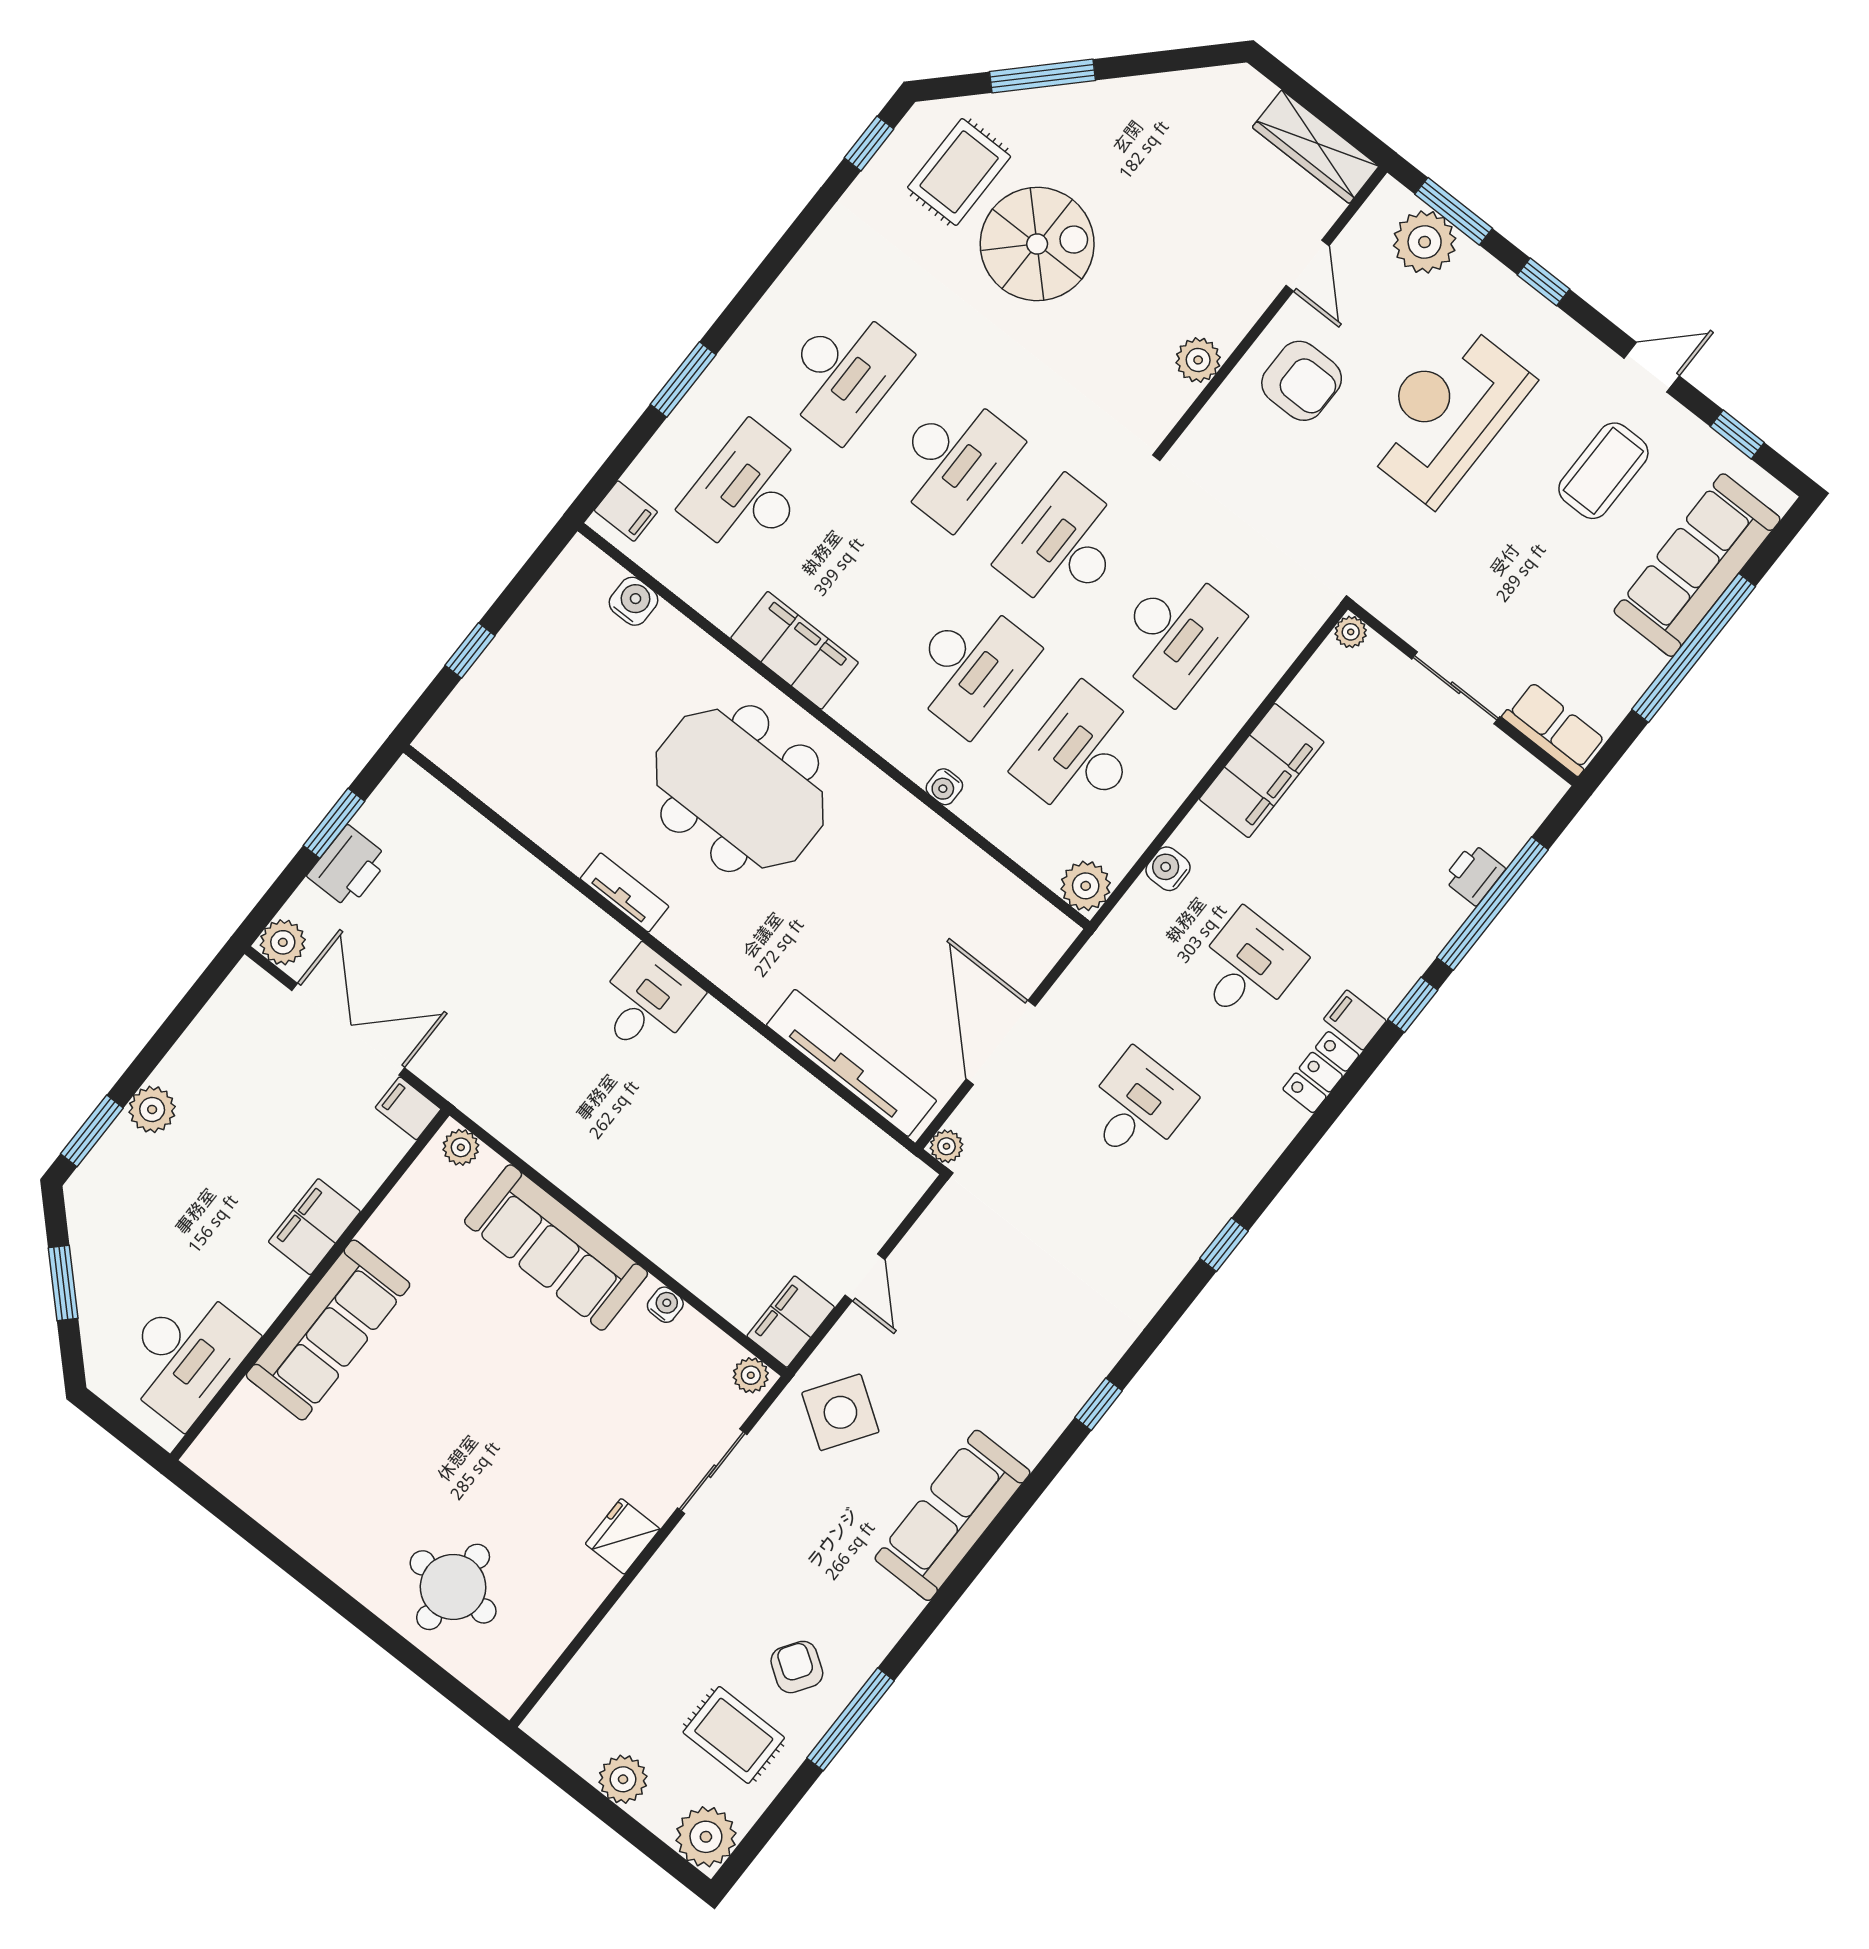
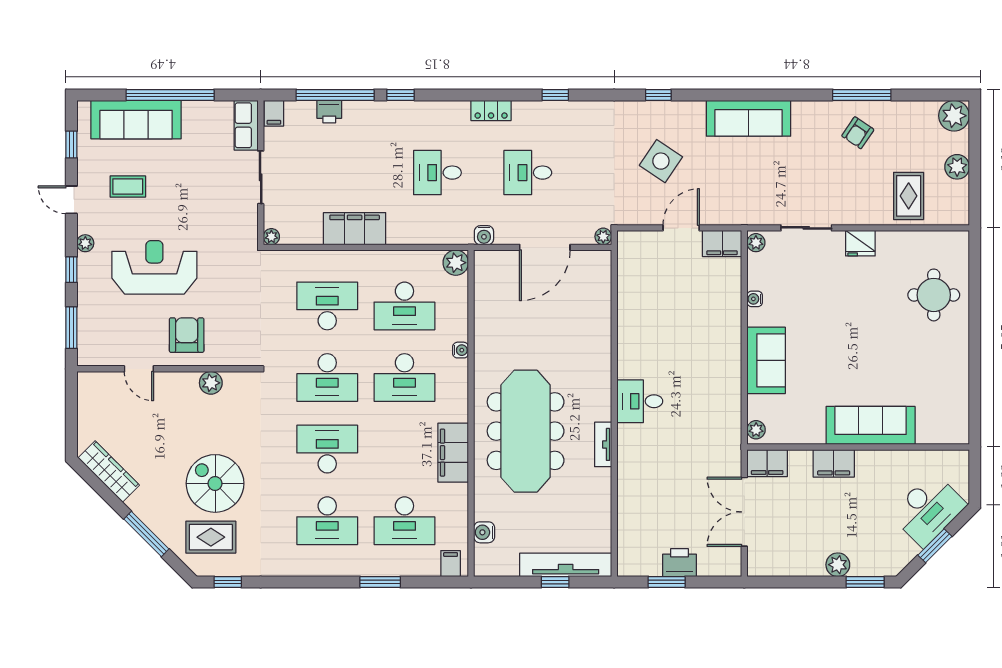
wardrobe: (1316, 147) -> (109, 471), moved, turned -45
plant: (1425, 242) -> (85, 243), moved, width x0.53, depth x0.53
door: (1307, 266) -> (139, 369), swing flipped
desk: (843, 372) -> (327, 521), turned 180
reception desk: (1446, 413) -> (154, 267), turned 180
coffee table: (1603, 471) -> (128, 186), width x0.73, depth x0.77
desk: (970, 666) -> (404, 378), turned 180
meeting table: (740, 789) -> (526, 431), width x1.36
water cooler: (1168, 869) -> (484, 235), moved
plant: (283, 942) -> (730, 565), removed
filing cabinet: (1355, 1020) -> (274, 113), moved
tv unit: (851, 1063) -> (566, 565), moved, turned 90
locker: (1321, 1072) -> (491, 110), moved
filing cabinet: (408, 1108) -> (767, 463), width x2.00
sofa: (556, 1247) -> (766, 360), width x0.73
door: (865, 1277) -> (681, 228), width x1.37
desk: (185, 1355) -> (928, 509), moved, turned 135
side table: (840, 1412) -> (661, 161), moved
rug: (734, 1735) -> (909, 196), moved

